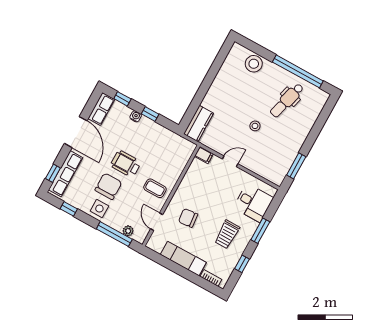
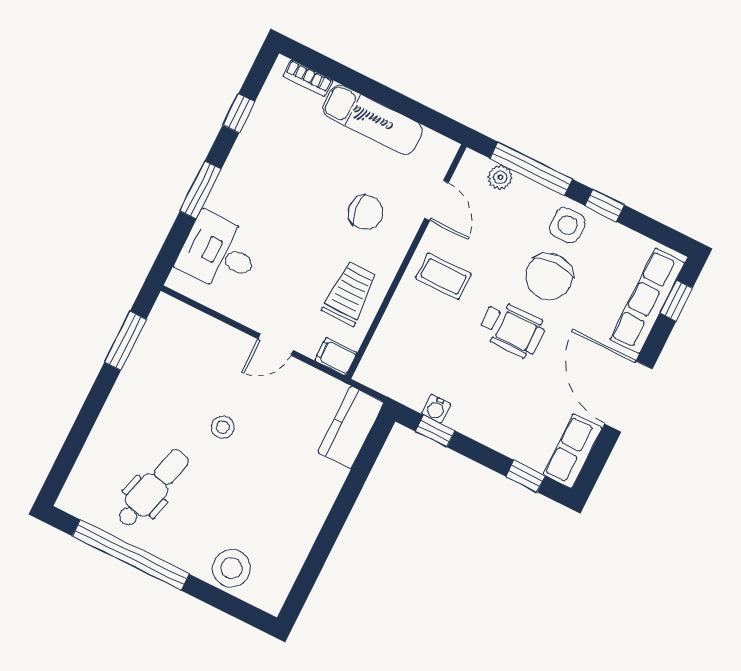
window: (150, 114) -> (435, 431), moved
water cooler: (136, 116) -> (436, 409), moved
window: (69, 209) -> (605, 205), moved
trolley: (227, 234) -> (350, 293), moved

